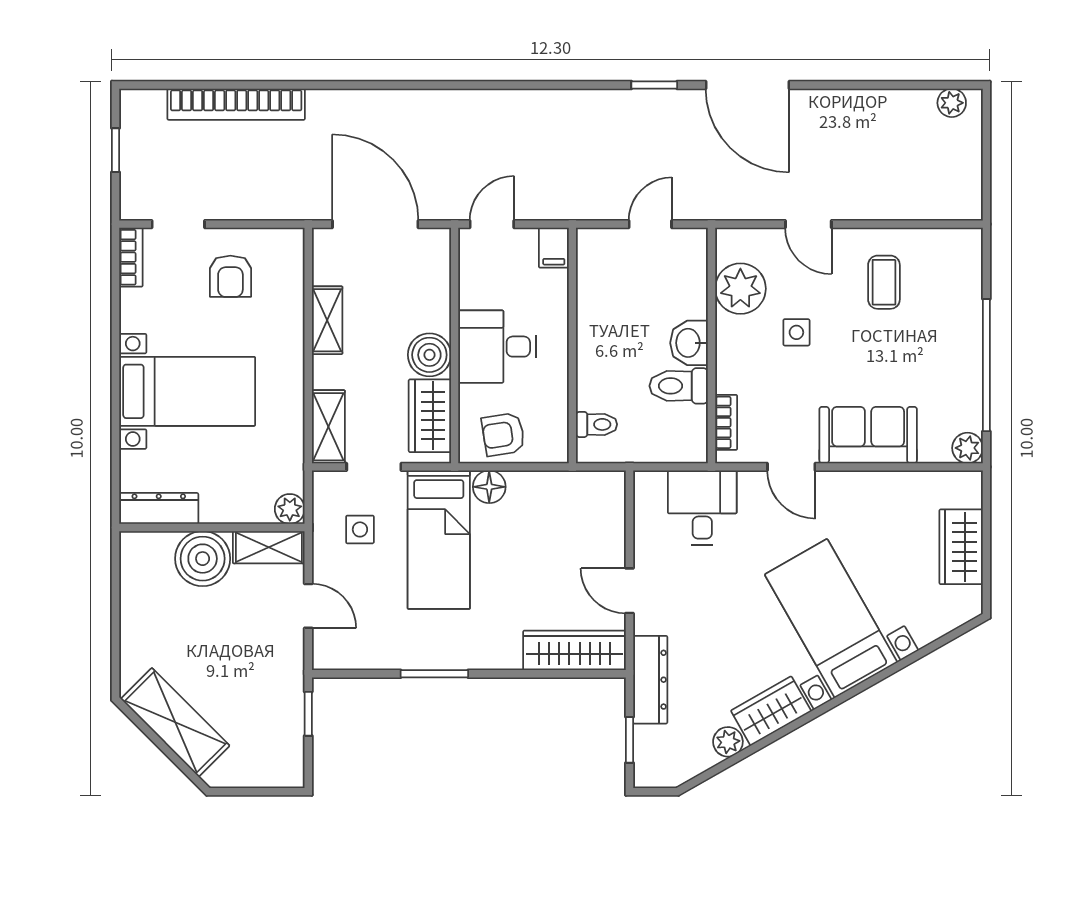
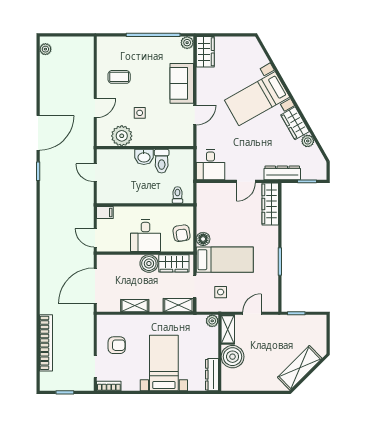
bookcase: (726, 422) -> (177, 142), removed
desk: (702, 508) -> (210, 165), moved, turned -90
wardrobe: (961, 547) -> (205, 52), moved, turned -90

